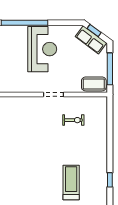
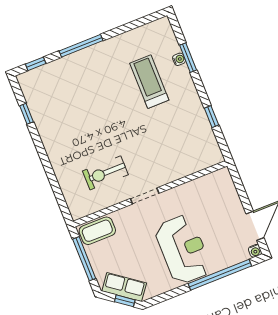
reception desk: (42, 49) -> (183, 249), turned 180
exercise bike: (73, 120) -> (105, 173), width x1.38, depth x1.39
treadmill: (71, 183) -> (149, 82), moved, turned 180

